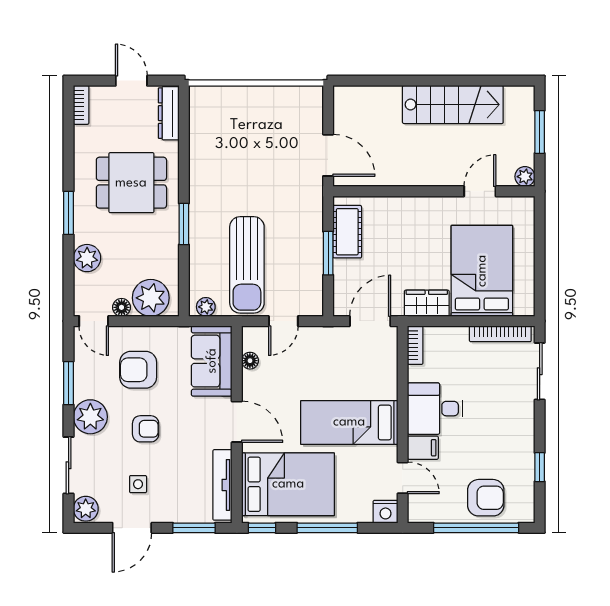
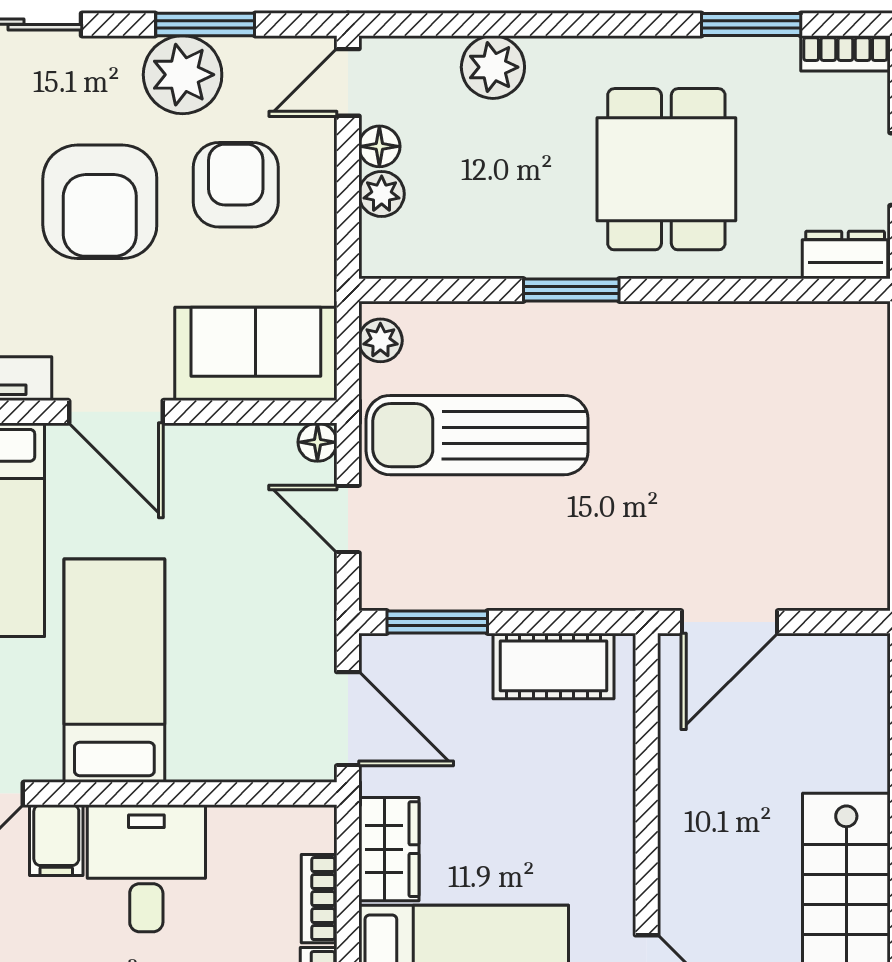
dresser: (169, 113) -> (845, 255), width x0.70
window: (69, 213) -> (751, 24), moved
window: (328, 253) -> (437, 622), moved
plant: (151, 298) -> (382, 194), width x0.53, depth x0.53
bookcase: (415, 345) -> (319, 899), moved, turned 90
floor lamp: (250, 361) -> (317, 442), moved
plant: (90, 417) -> (183, 75), moved
door: (237, 422) -> (116, 412), hinge flipped
armchair: (146, 429) -> (100, 202), width x1.88, depth x1.88

